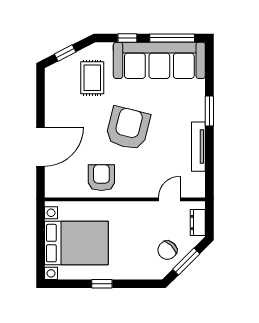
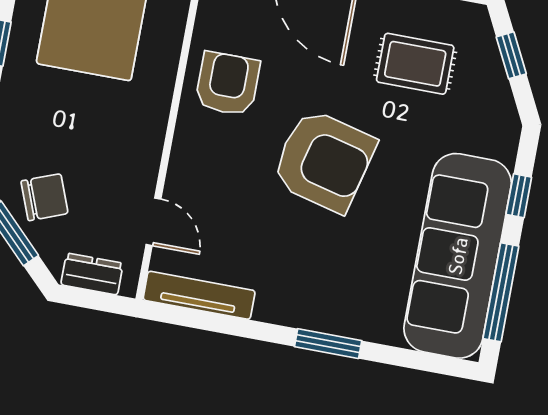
rug: (92, 78) -> (415, 64), moved
tv unit: (198, 147) -> (199, 295), moved
armchair: (101, 178) -> (228, 84), turned -90
chair: (167, 250) -> (44, 197), turned 114

